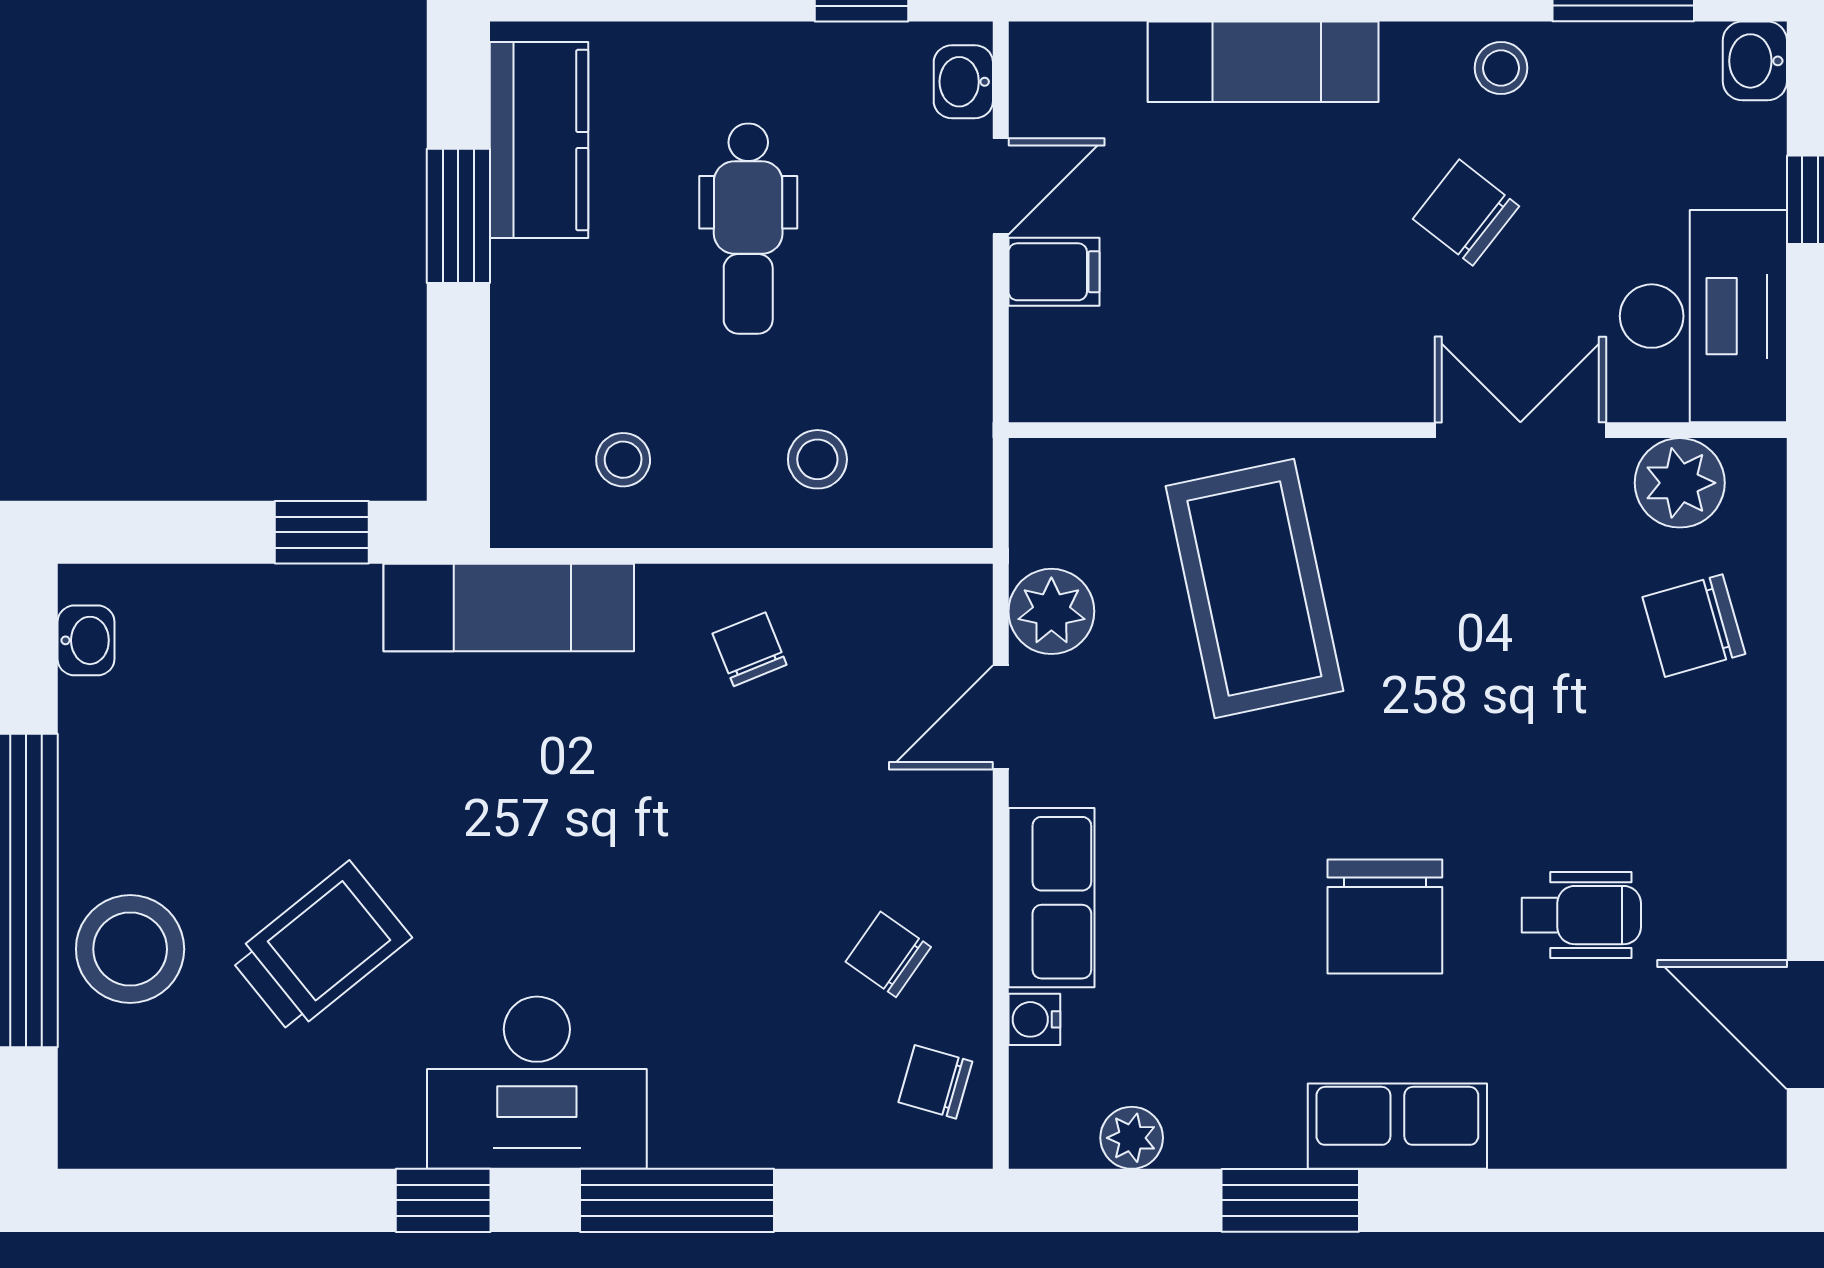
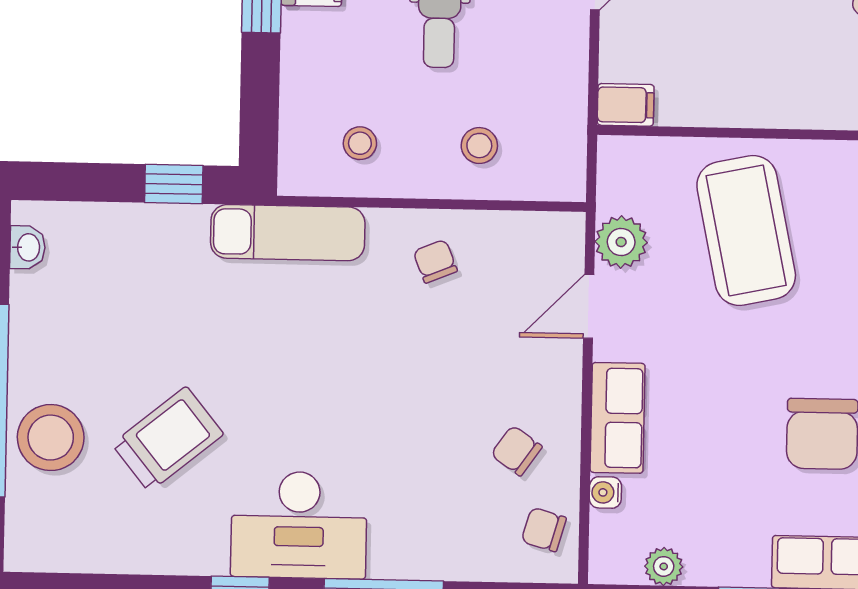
filing cabinet: (1054, 272) -> (626, 105), moved

